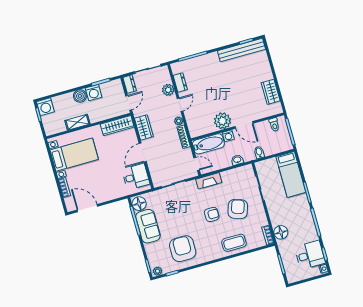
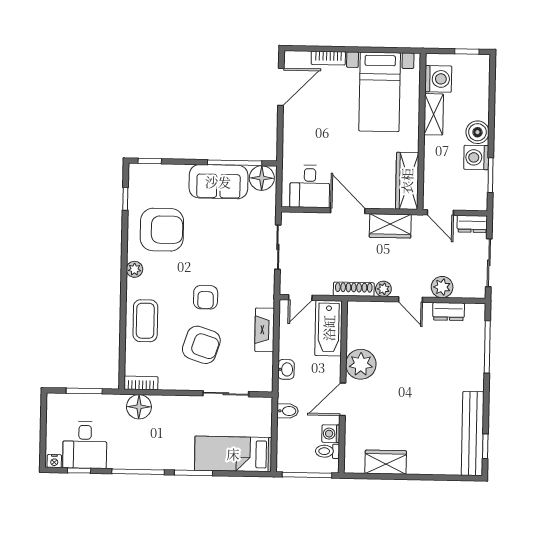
washing machine: (45, 107) -> (438, 79), moved, turned 180
washing machine: (228, 136) -> (331, 434), moved
fireplace: (209, 181) -> (265, 330), moved
plant: (158, 271) -> (134, 269), moved

